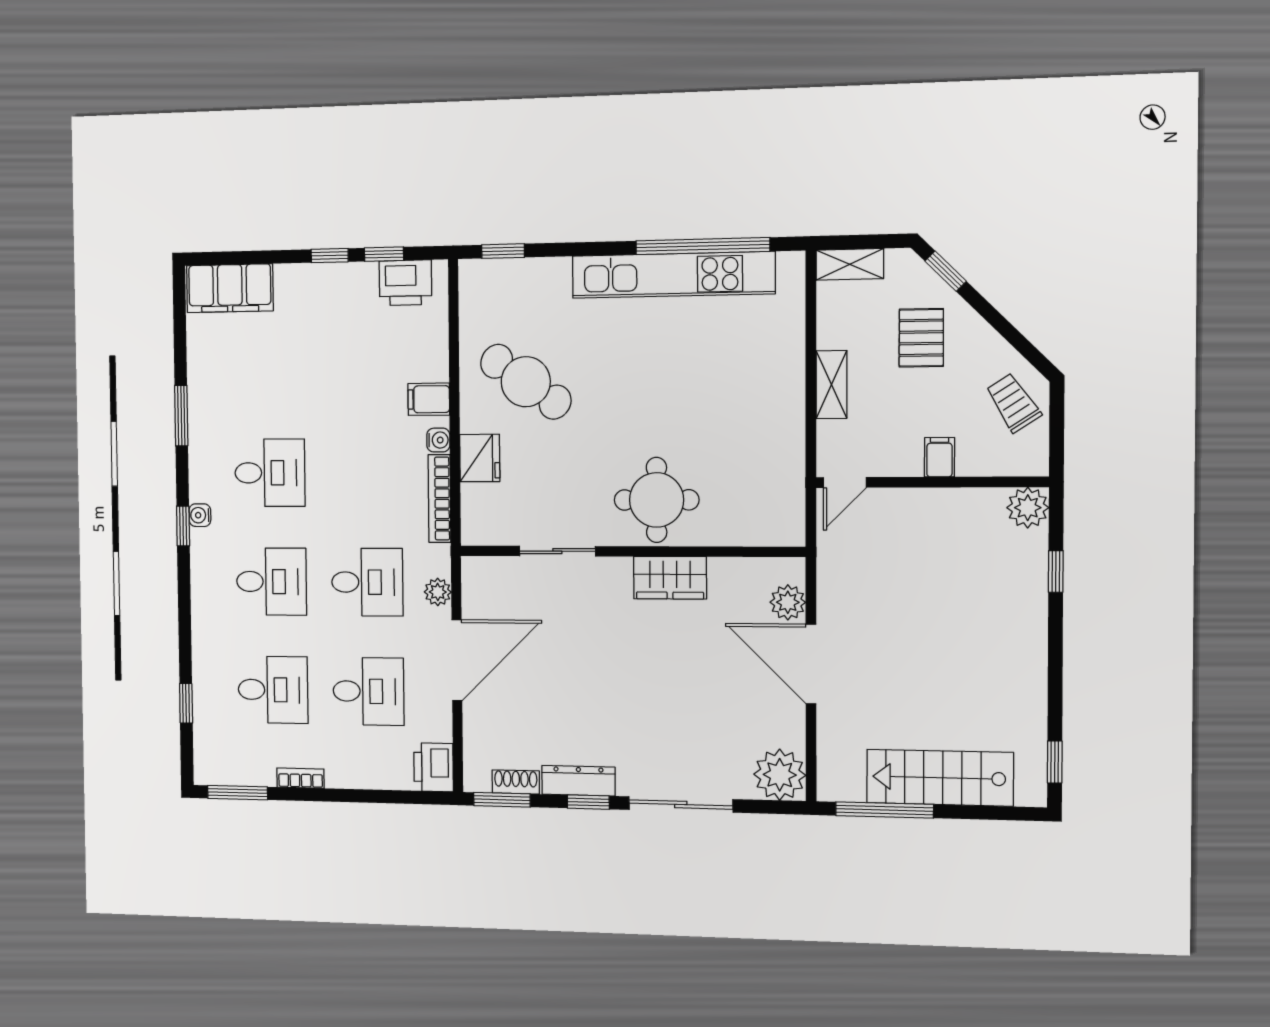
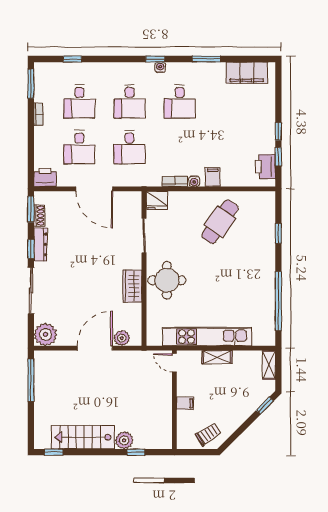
window: (503, 251) -> (278, 233), moved
kitchen unit: (673, 275) -> (207, 337), moved, turned 90
filing cabinet: (230, 288) -> (247, 73), moved, turned -90
pallet: (921, 338) -> (237, 395), removed
fridge: (480, 458) -> (157, 200), moved
bookcase: (439, 499) -> (175, 181), width x0.64
plant: (1028, 508) -> (124, 440), moved
plant: (438, 592) -> (125, 180), removed
stairs: (940, 778) -> (83, 437), moved, turned -90

